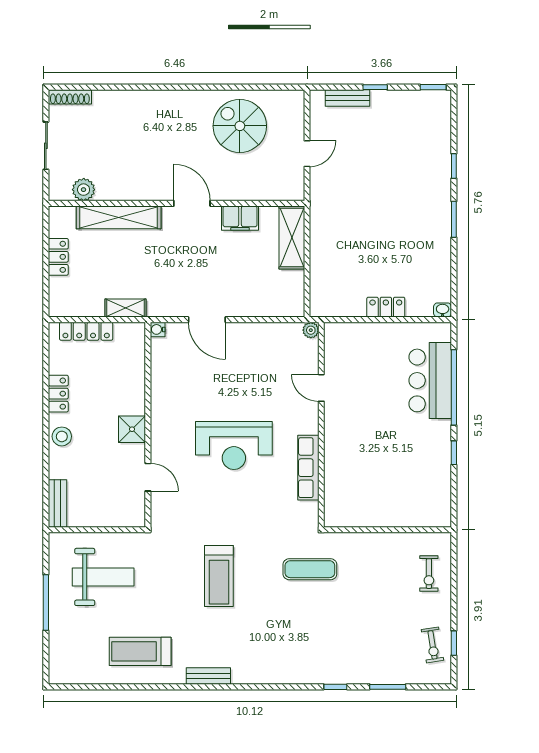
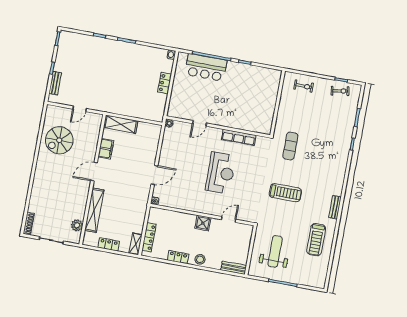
door: (307, 154) -> (80, 109), swing flipped
shelving: (126, 308) -> (136, 244), moved

